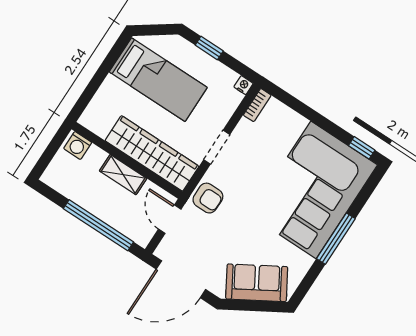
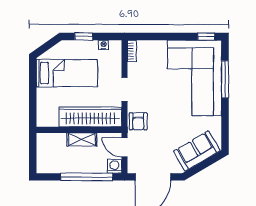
nightstand: (243, 85) -> (104, 45), moved
washing machine: (78, 145) -> (114, 166), moved, turned 180
armchair: (208, 198) -> (138, 121), turned 90
window: (336, 239) -> (225, 79), moved

